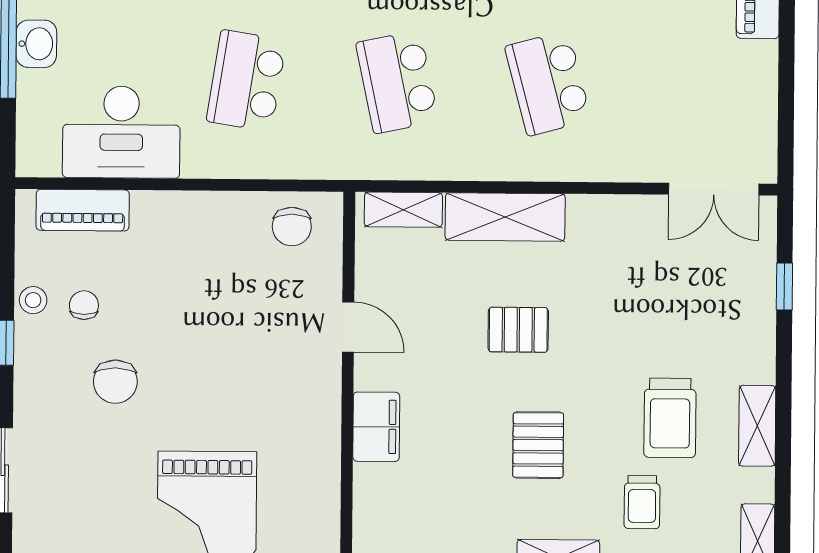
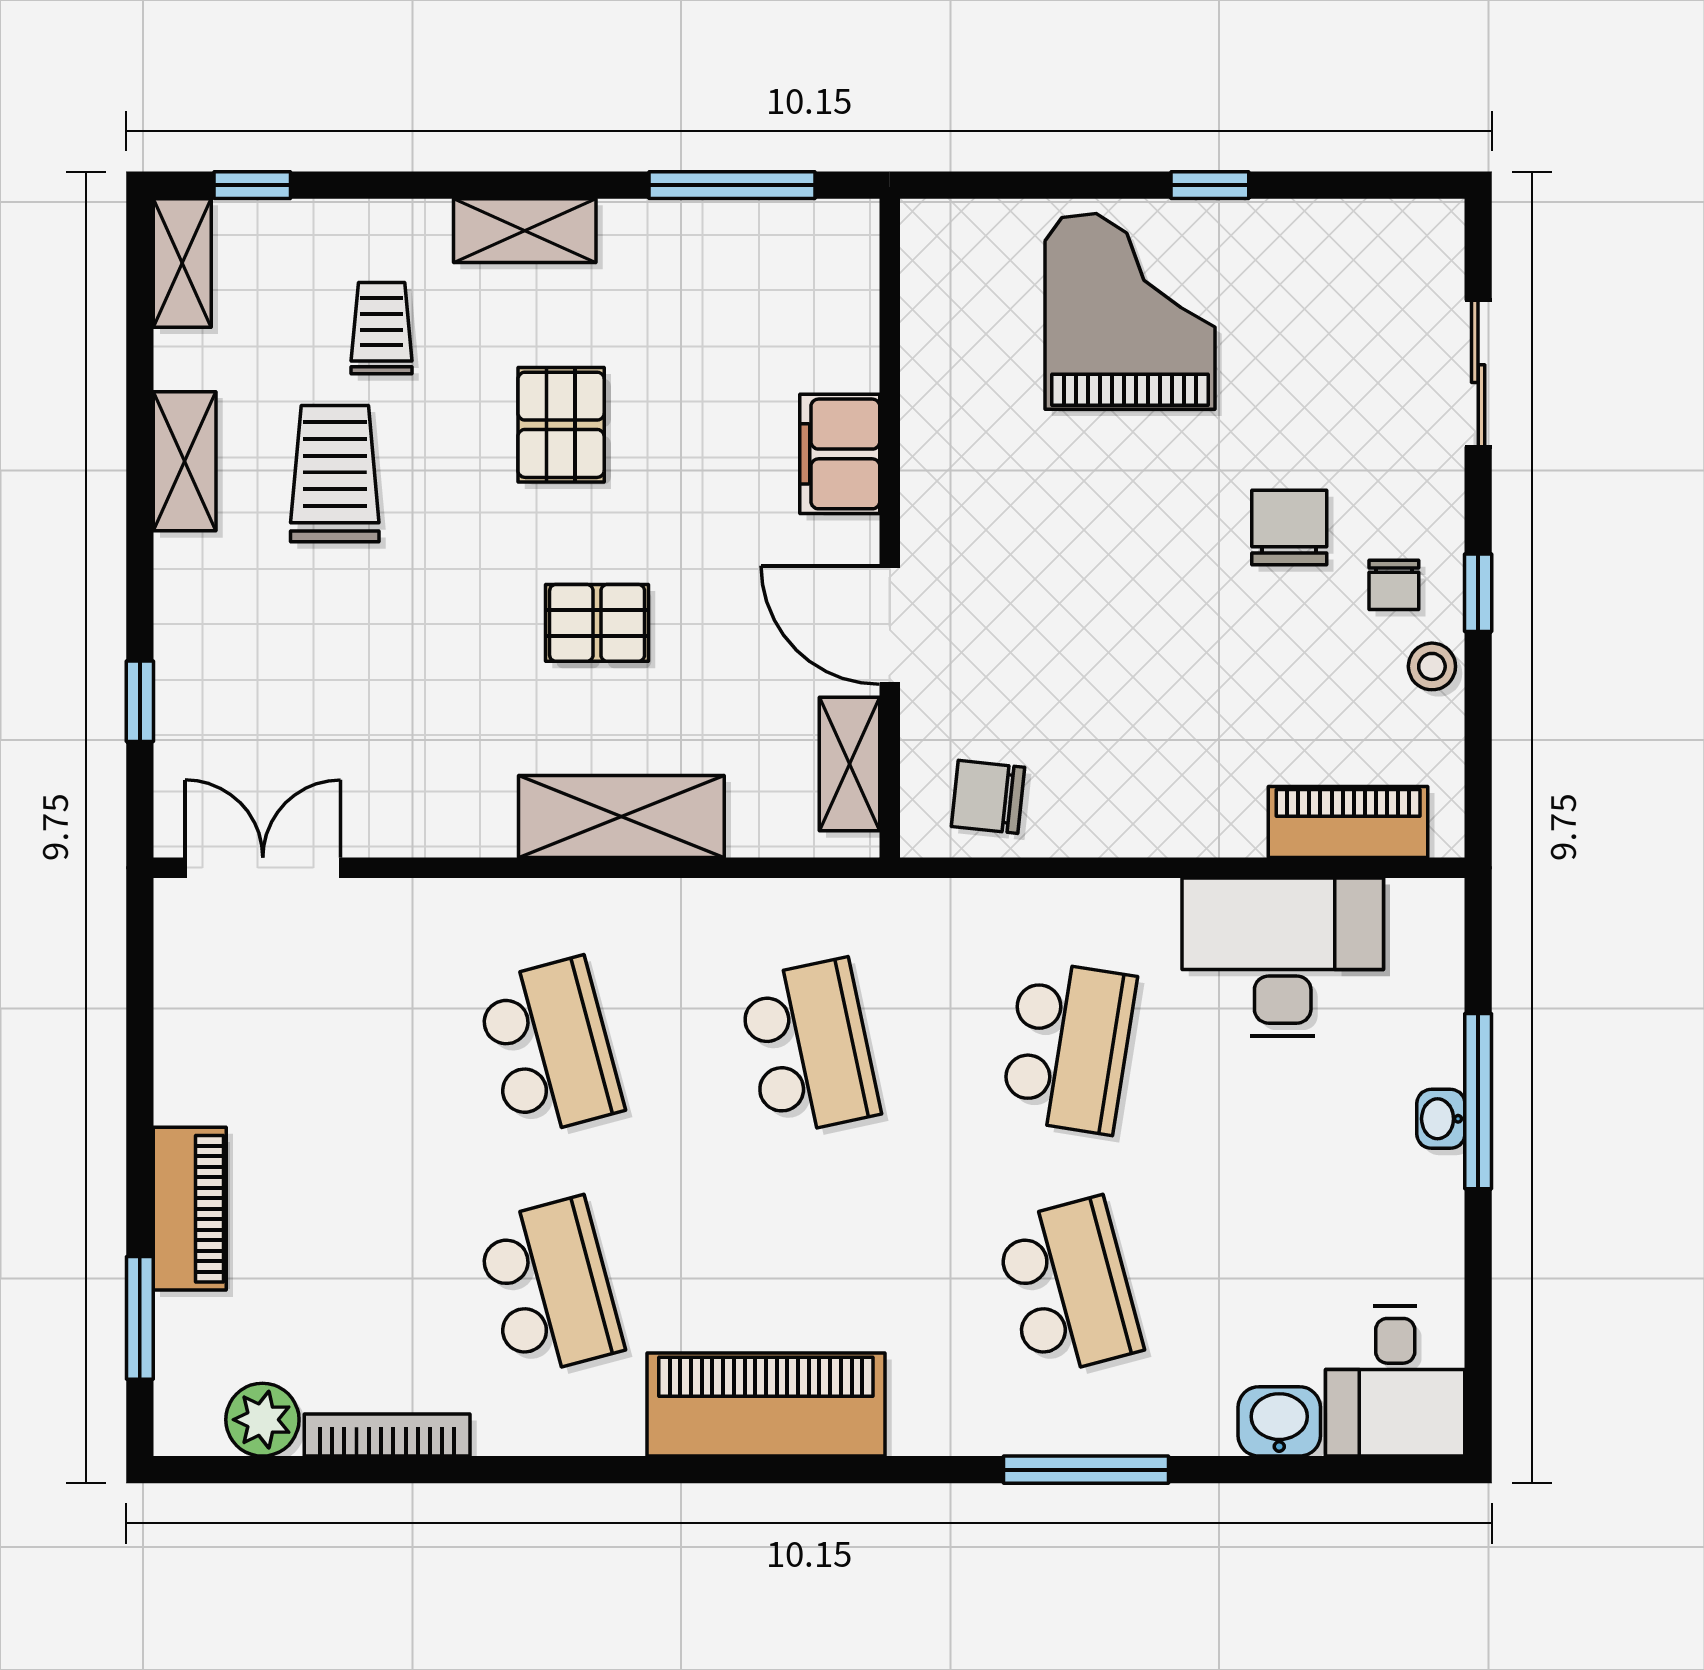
washbasin: (36, 44) -> (1441, 1119), width x0.72, depth x0.69
shelving: (403, 210) -> (850, 764), moved, turned 90
chair: (292, 227) -> (988, 797), turned -84
chair: (84, 305) -> (1394, 585), moved
door: (348, 327) -> (890, 625), width x1.38

